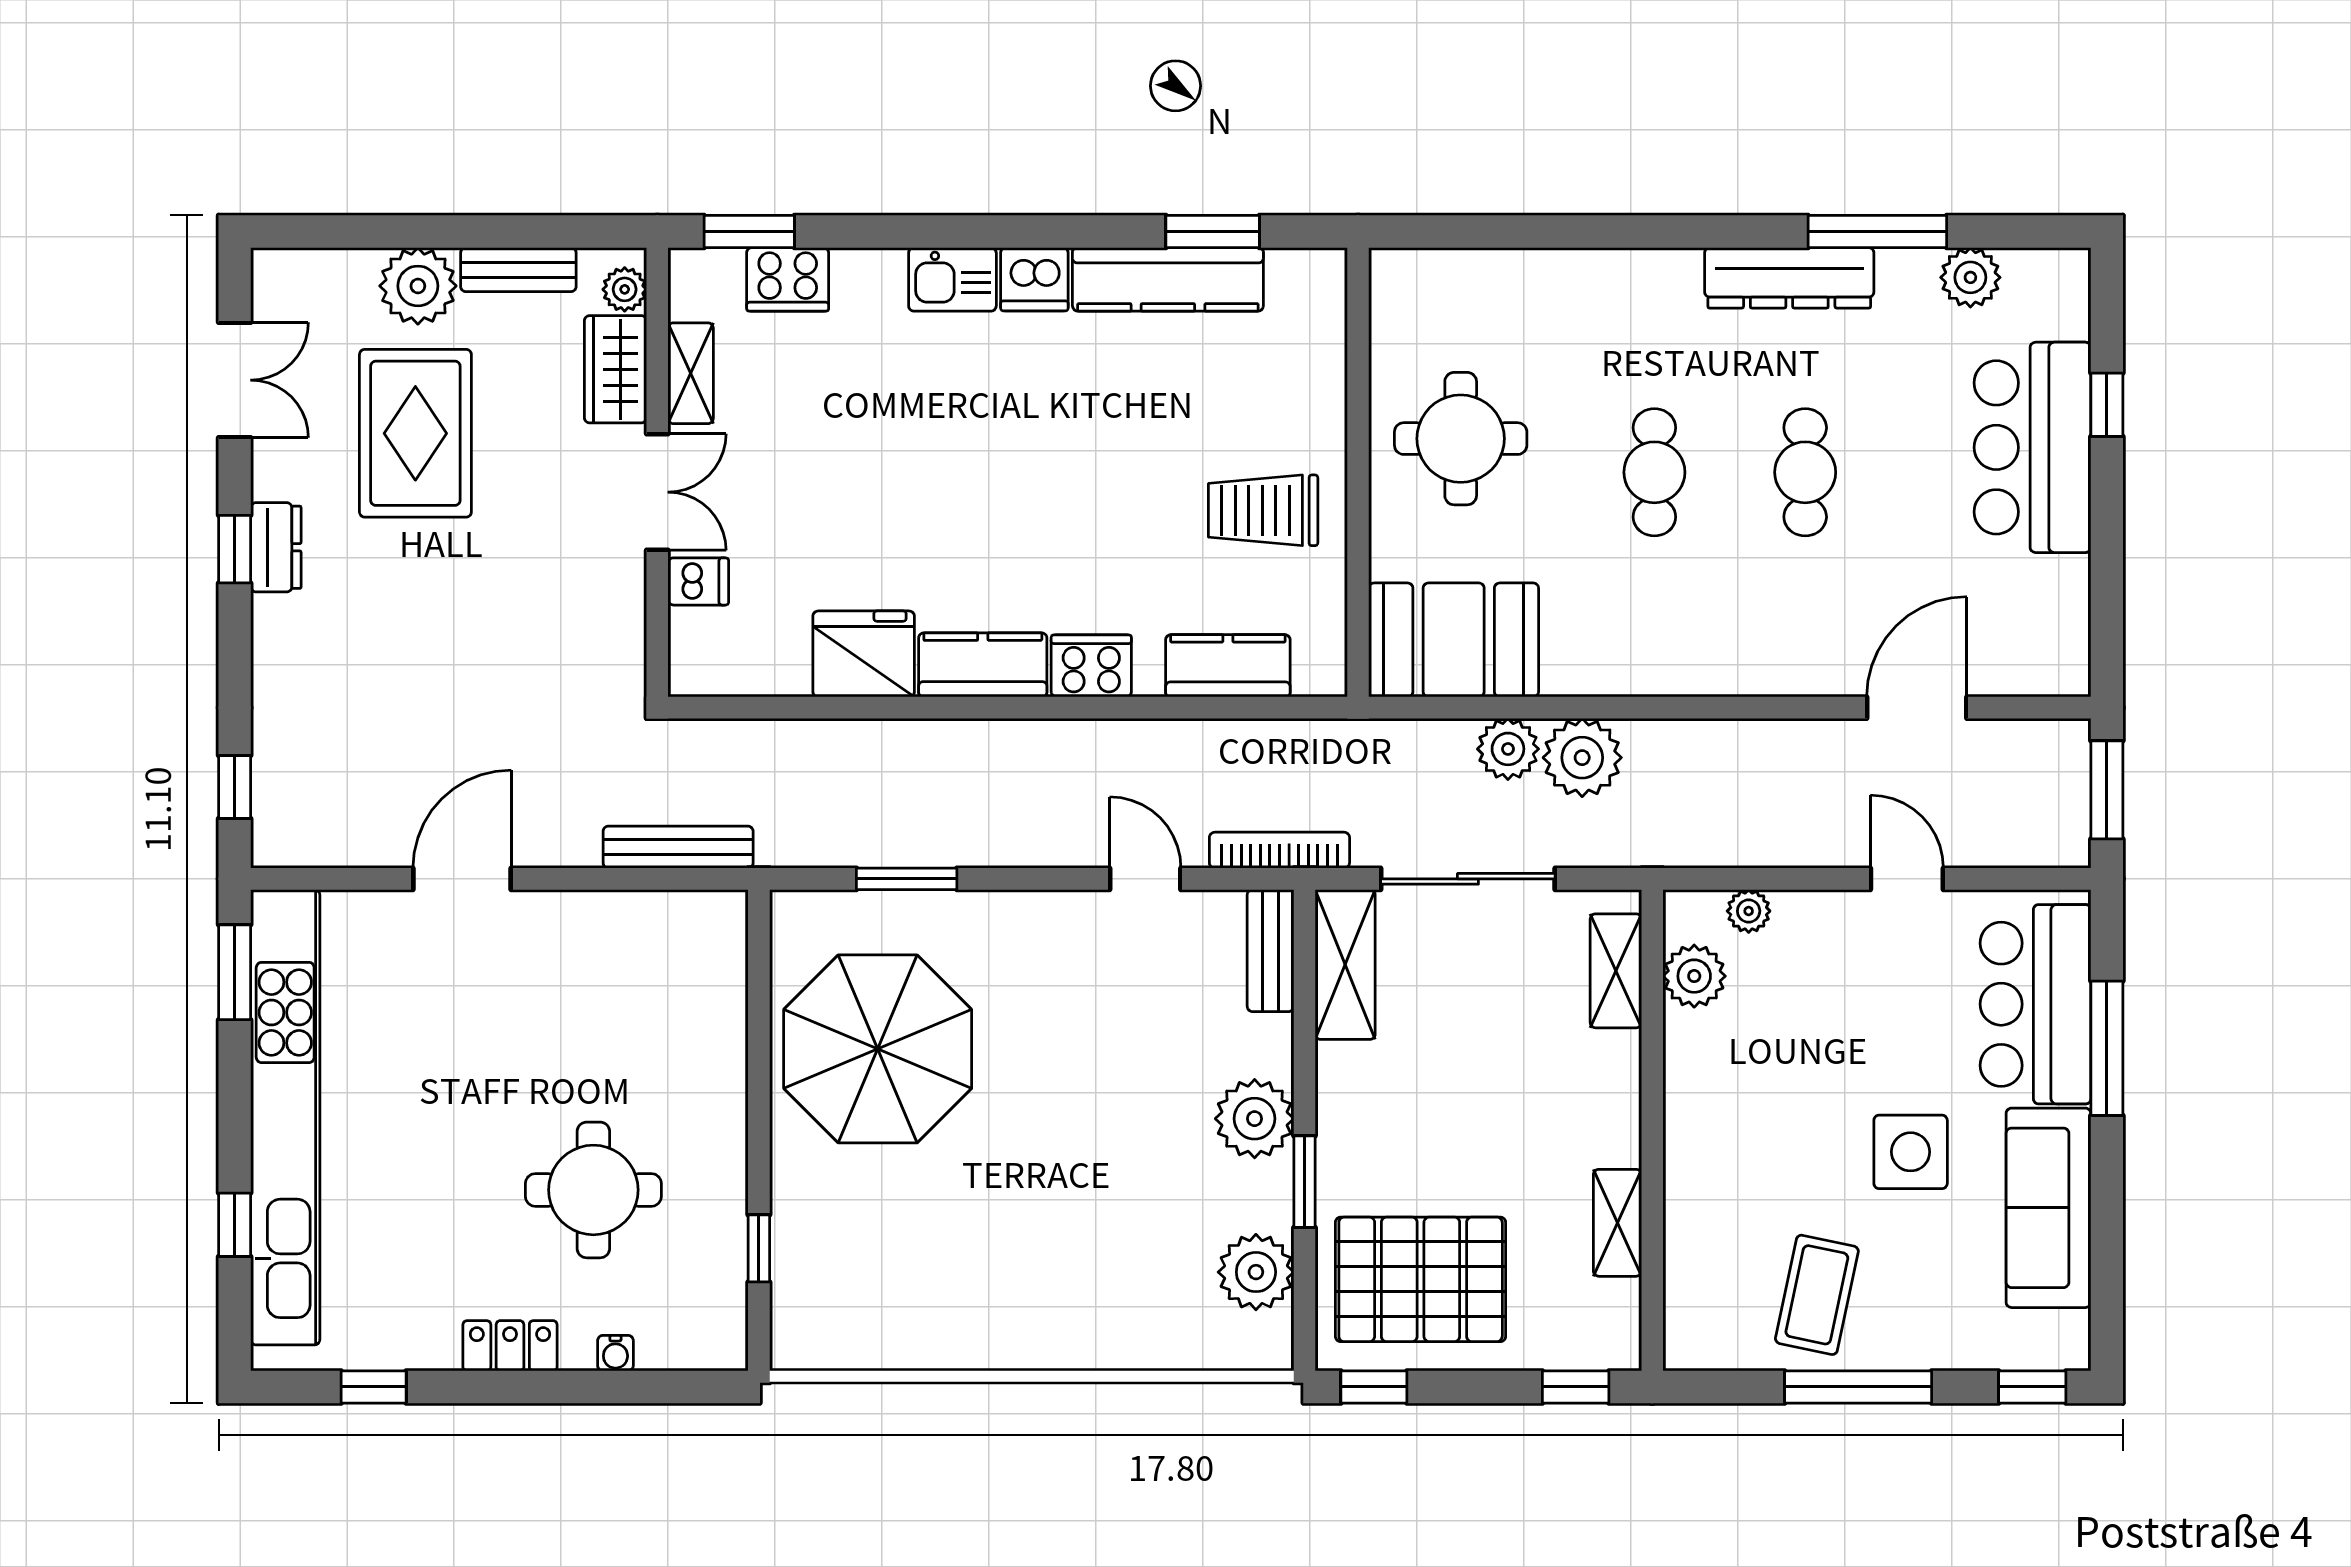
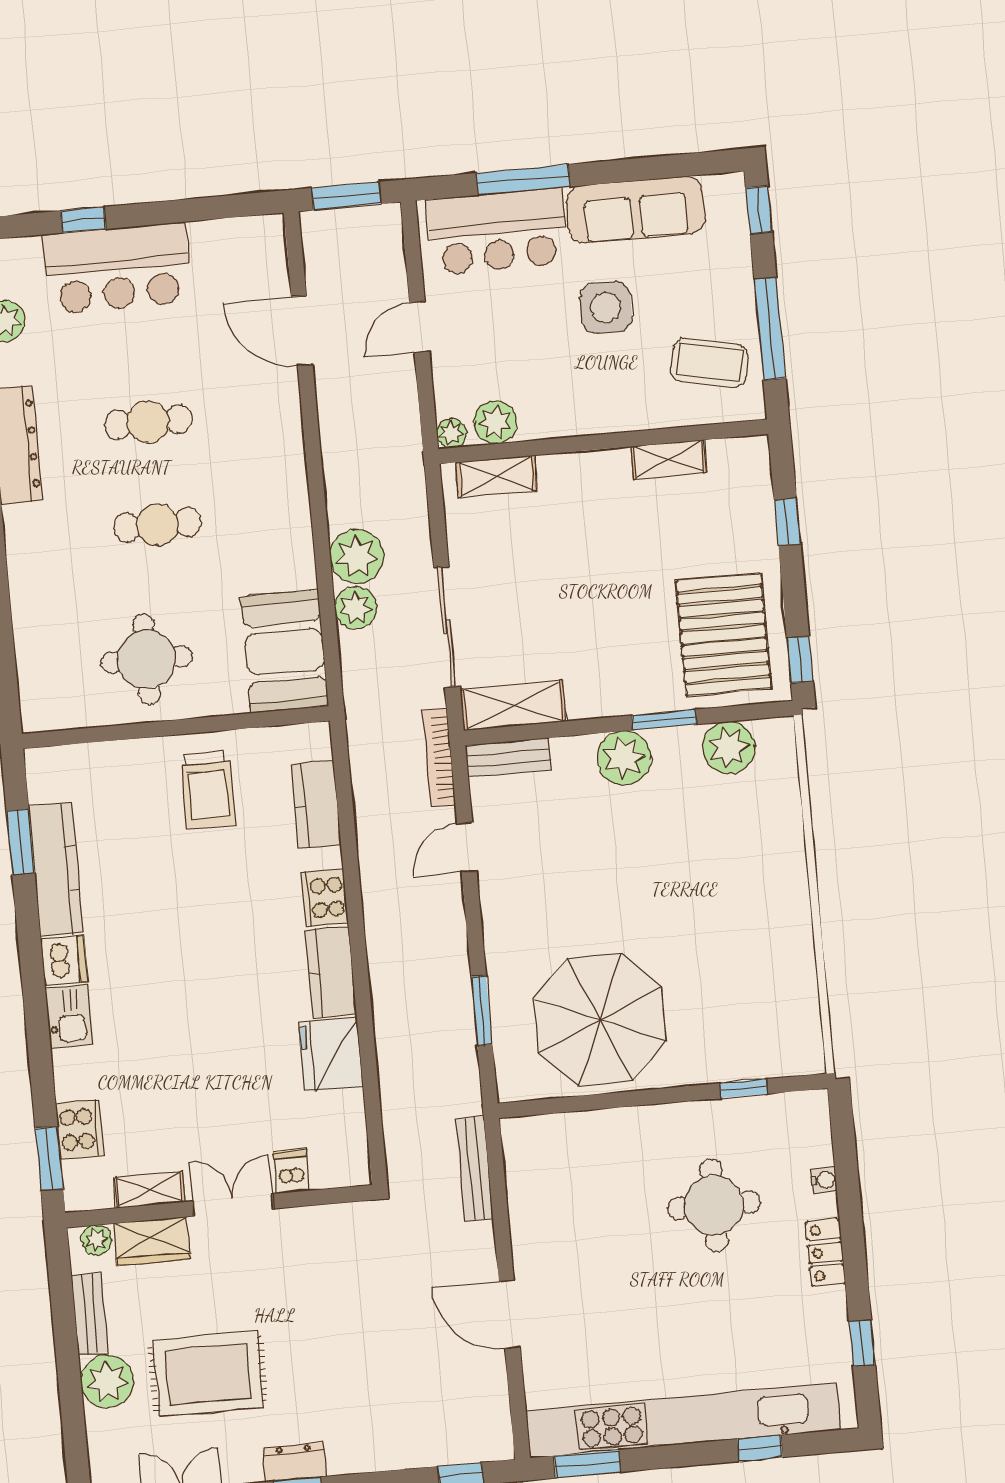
shelving: (1616, 971) -> (497, 476), moved
plant: (1694, 976) -> (495, 422), moved
wall: (1652, 1130) -> (603, 442), moved
shelving: (1617, 1223) -> (669, 460), moved

